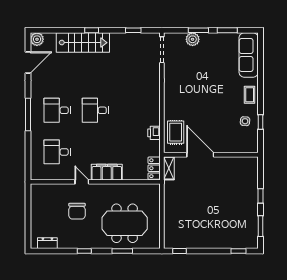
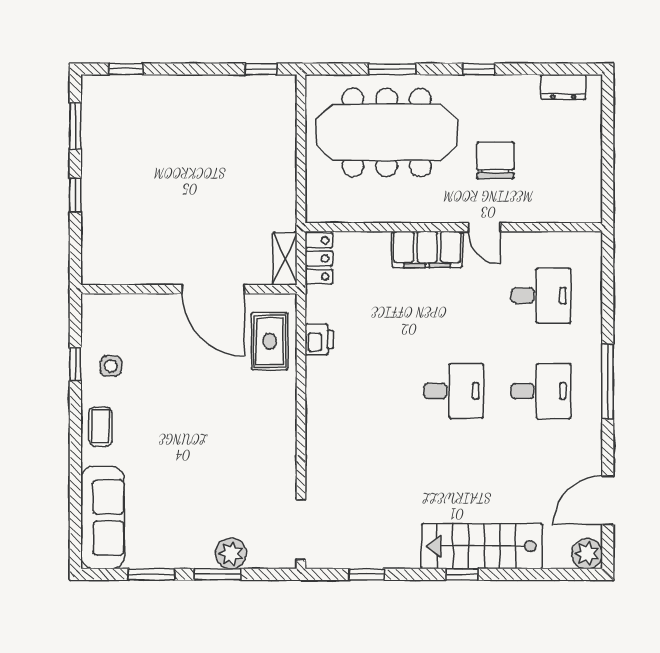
meeting table: (125, 223) -> (387, 133), width x1.36

